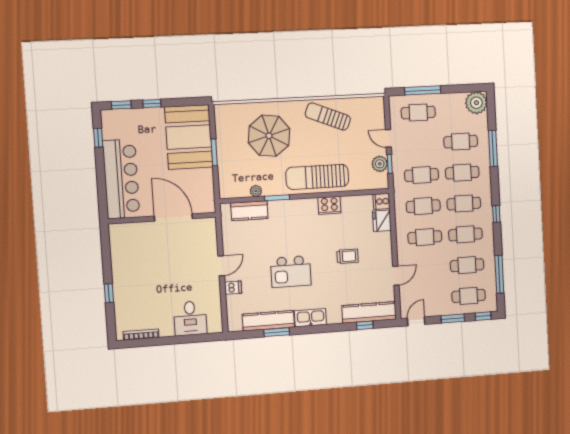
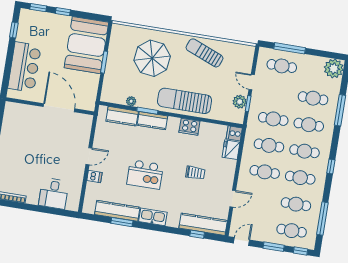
bar counter: (121, 179) -> (24, 67), width x0.73
kitchen counter: (285, 208) -> (152, 121), added

